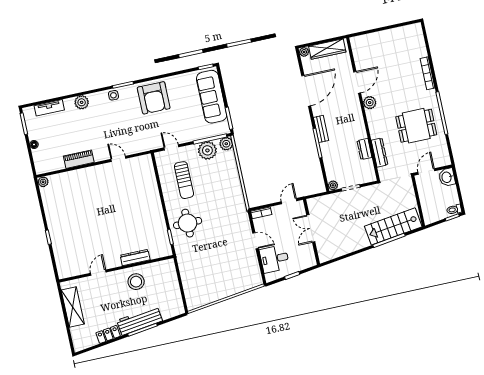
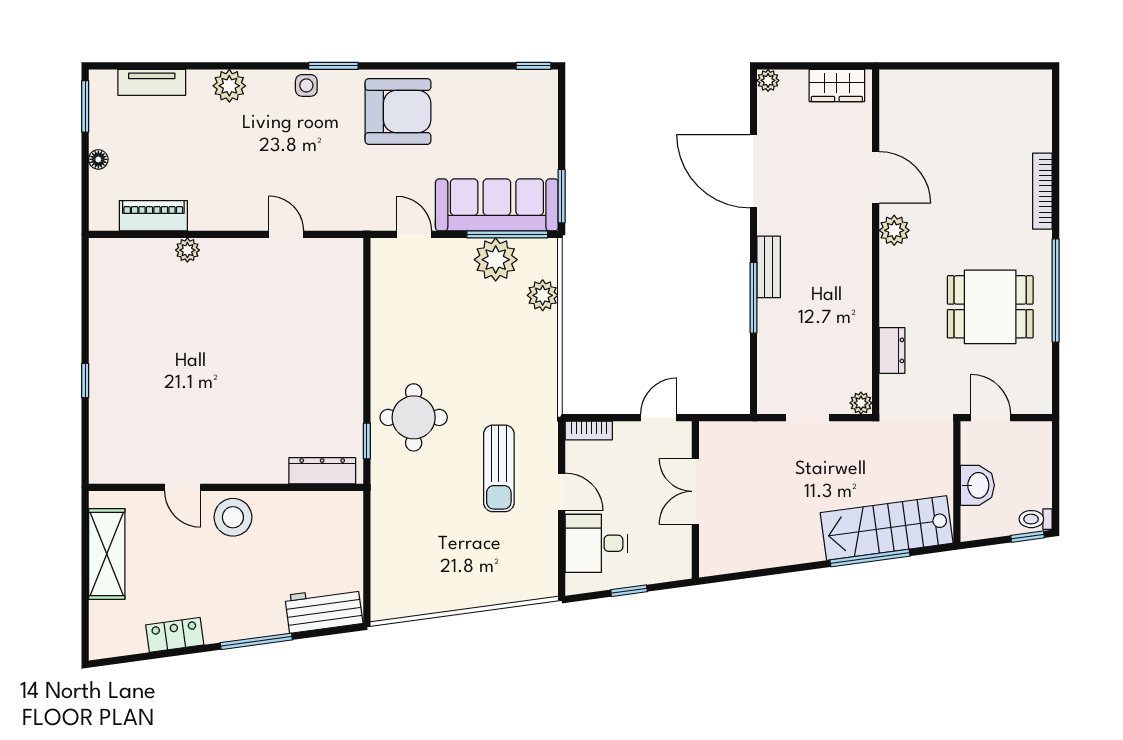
wardrobe: (327, 49) -> (837, 86), width x0.67
door: (357, 82) -> (876, 177), hinge flipped
door: (306, 91) -> (753, 171), swing flipped
sofa: (212, 97) -> (497, 205), moved, turned 90
armchair: (154, 98) -> (398, 111), turned -90
plant: (226, 144) -> (543, 295), moved
dresser: (364, 149) -> (859, 335), removed
dresser: (379, 153) -> (892, 350), width x0.70
piano: (79, 159) -> (153, 216), moved
door: (426, 171) -> (991, 418), hinge flipped
washbasin: (447, 177) -> (977, 485), moved, turned 180
sun lounger: (184, 180) -> (499, 468), moved
plant: (43, 182) -> (187, 250), moved
plant: (333, 185) -> (861, 403), moved
dresser: (135, 257) -> (322, 471), moved
door: (98, 273) -> (183, 487), swing flipped
stool: (136, 282) -> (233, 517), moved
workbench: (140, 321) -> (324, 609), moved, width x0.73

